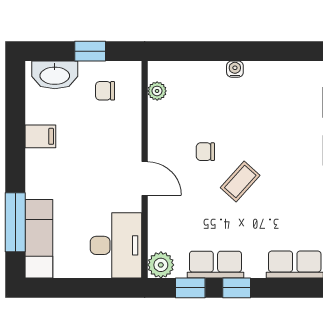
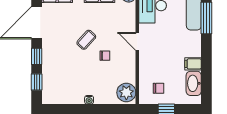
washbasin: (55, 75) -> (194, 83), moved, turned -90
plant: (157, 91) -> (126, 93), width x1.88, depth x1.88

